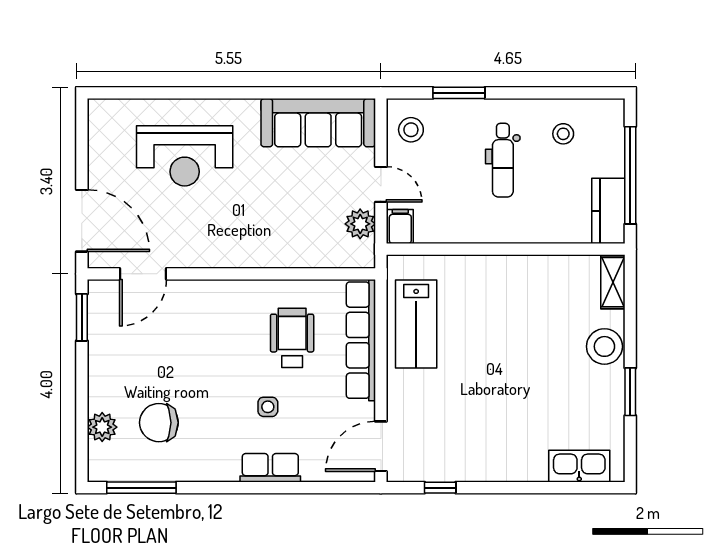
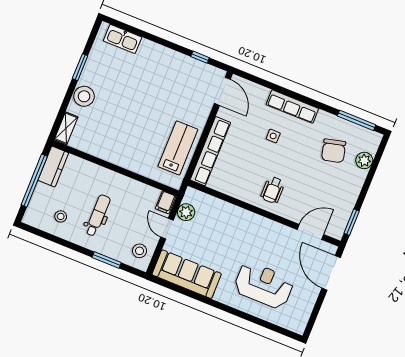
wheelchair: (292, 338) -> (273, 190), moved, width x0.73, depth x0.73
chair: (159, 423) -> (334, 151), turned 76
door: (381, 446) -> (222, 91), hinge flipped
row of seats: (270, 468) -> (292, 107), width x1.48

